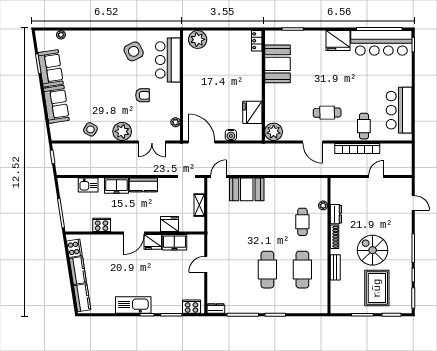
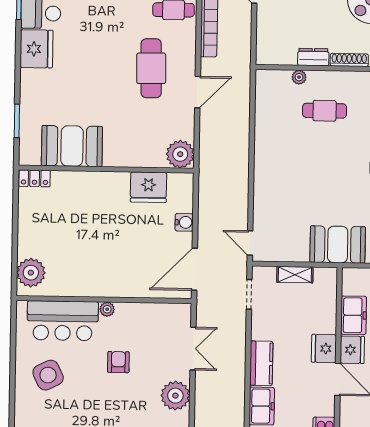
cafe table: (327, 113) -> (151, 68), width x1.37, depth x1.35
plant: (176, 122) -> (107, 309), moved
booth: (247, 189) -> (338, 244), moved, turned 90
fridge: (170, 224) -> (324, 348), moved

